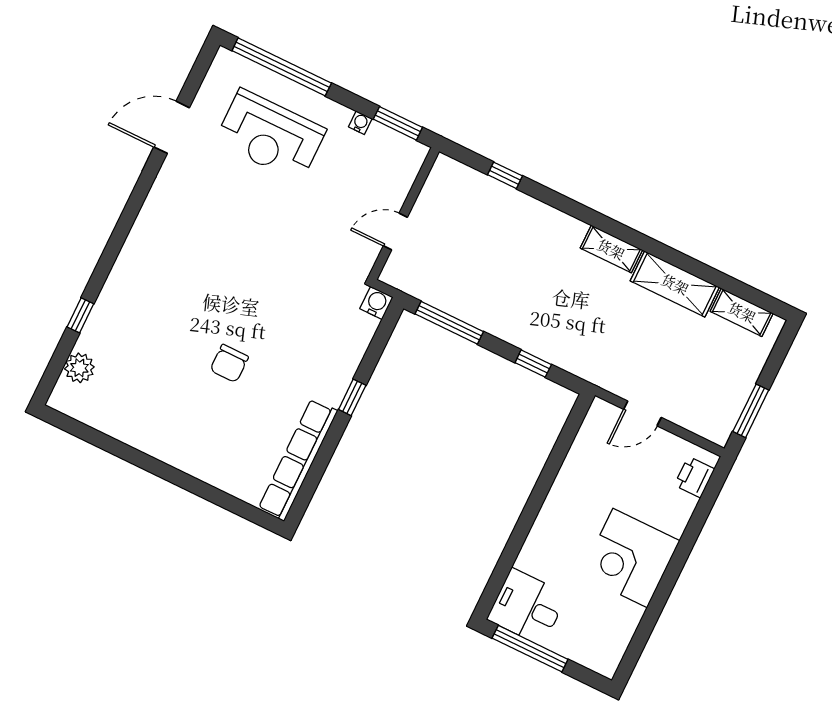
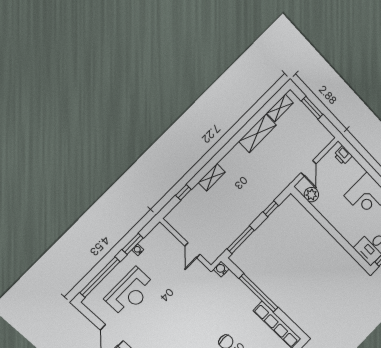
window: (398, 123) -> (133, 244), moved
shelving: (611, 249) -> (212, 177), moved
window: (352, 397) -> (259, 293), width x3.17
window: (751, 411) -> (312, 108), moved
plant: (591, 438) -> (311, 195), added

